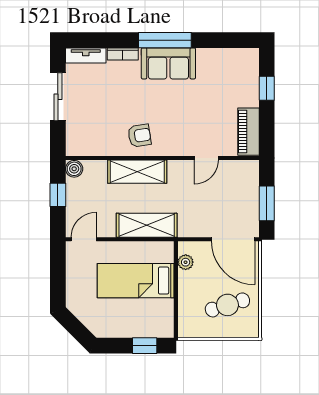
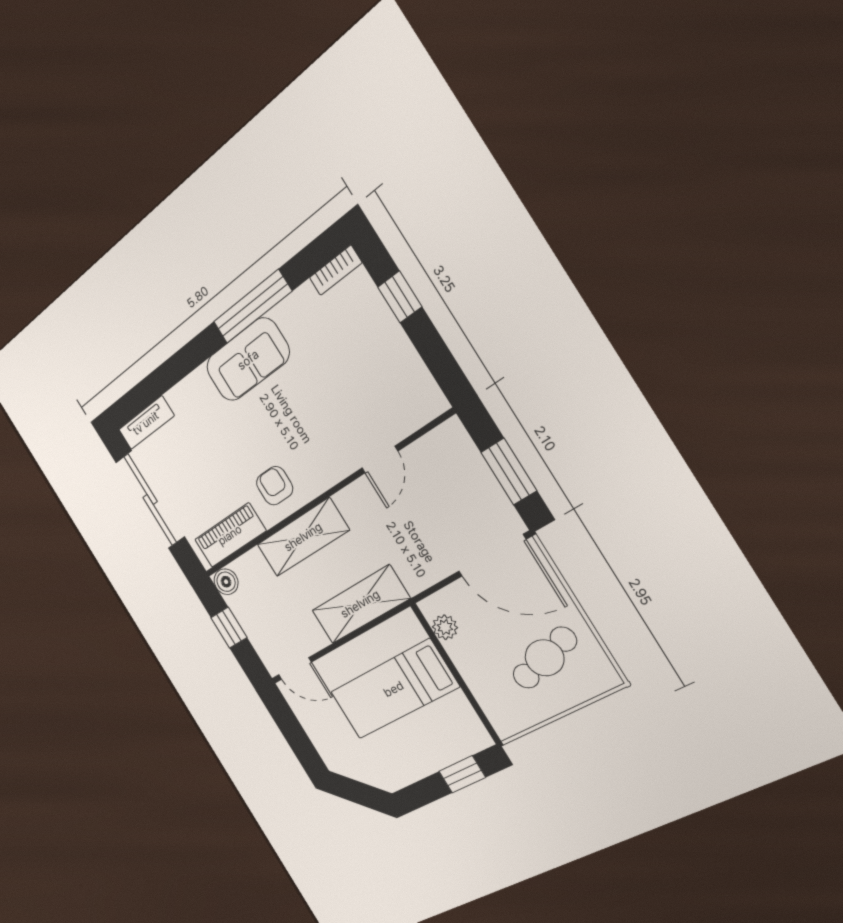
window: (165, 40) -> (252, 307), moved
bookcase: (123, 54) -> (336, 270), moved
sliding door: (58, 97) -> (150, 500), width x1.37
piano: (248, 132) -> (230, 535), moved, turned 90
armchair: (139, 136) -> (275, 486), turned -81
door: (84, 239) -> (295, 669), swing flipped

